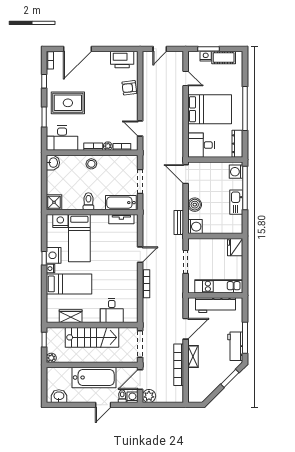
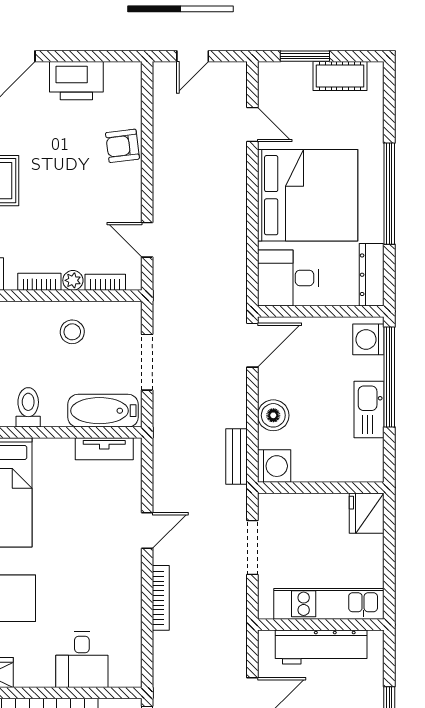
nightstand: (206, 56) -> (298, 73), removed
printer: (122, 59) -> (76, 81), moved
bed: (210, 109) -> (308, 195), width x1.36
stool: (91, 164) -> (72, 332), moved
door: (186, 174) -> (252, 345), swing flipped

